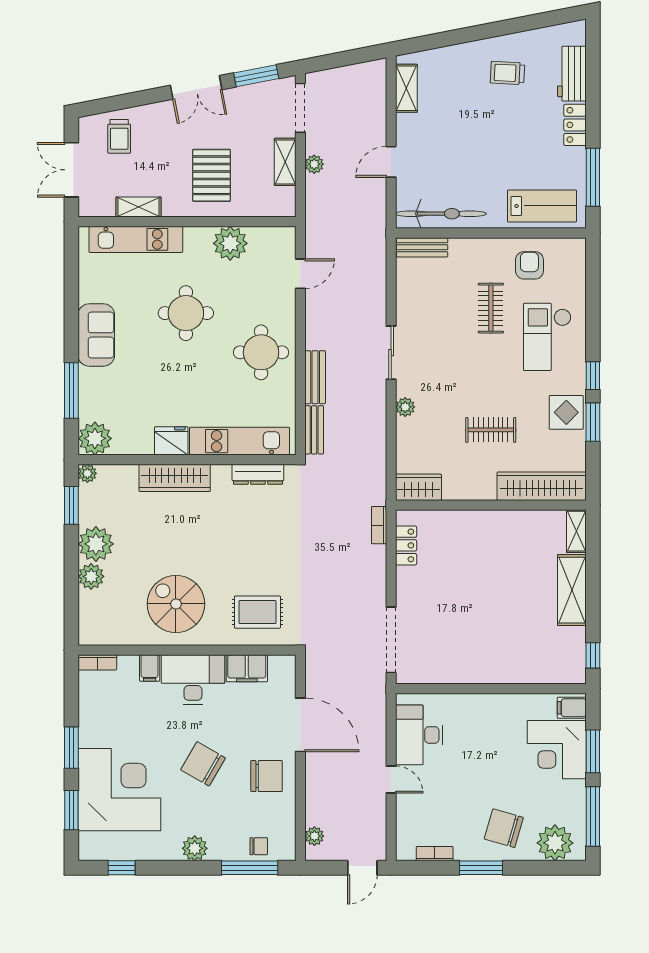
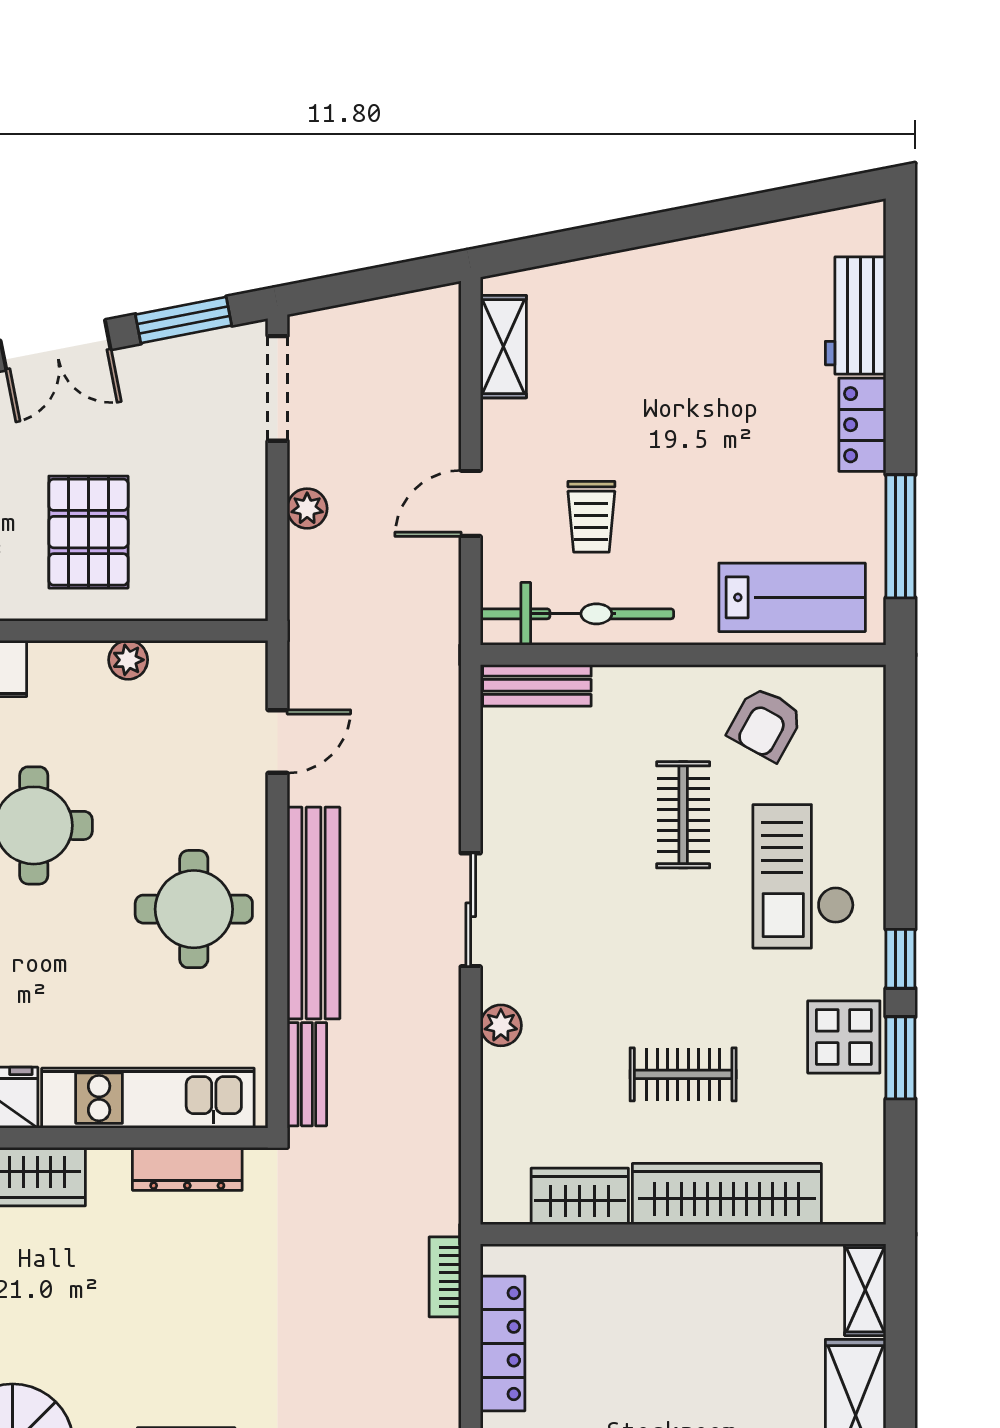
trolley: (507, 73) -> (591, 517), moved, turned -93
shelving: (285, 162) -> (245, 504), removed
plant: (230, 243) -> (128, 660), width x0.53, depth x0.53
armchair: (529, 265) -> (765, 724), turned -151
bench: (315, 377) -> (314, 913), width x1.86, depth x1.21
wardrobe: (542, 486) -> (727, 1194), moved
wardrobe: (418, 487) -> (580, 1196), moved
locker: (406, 545) -> (503, 1343), width x1.53

